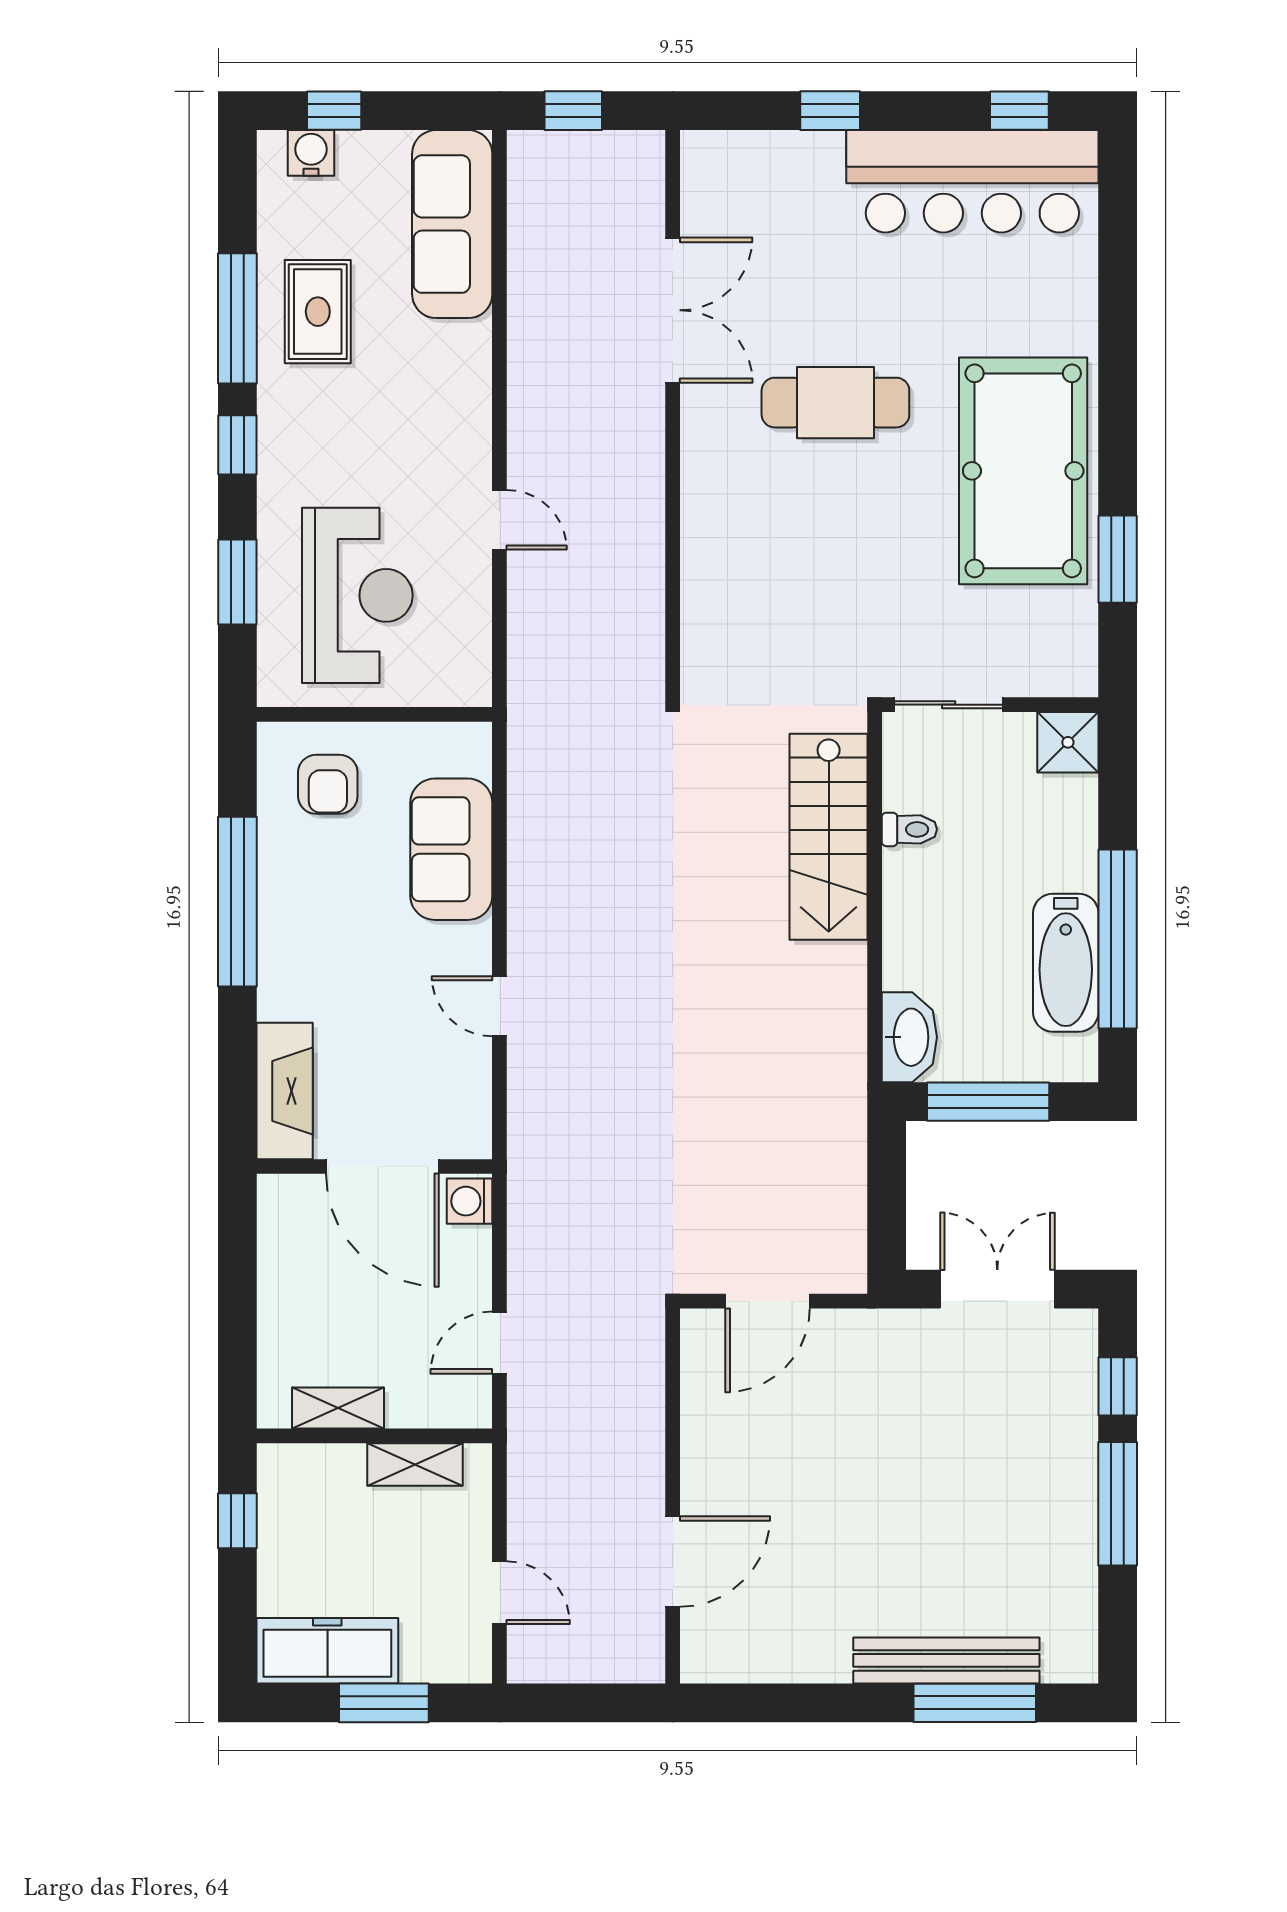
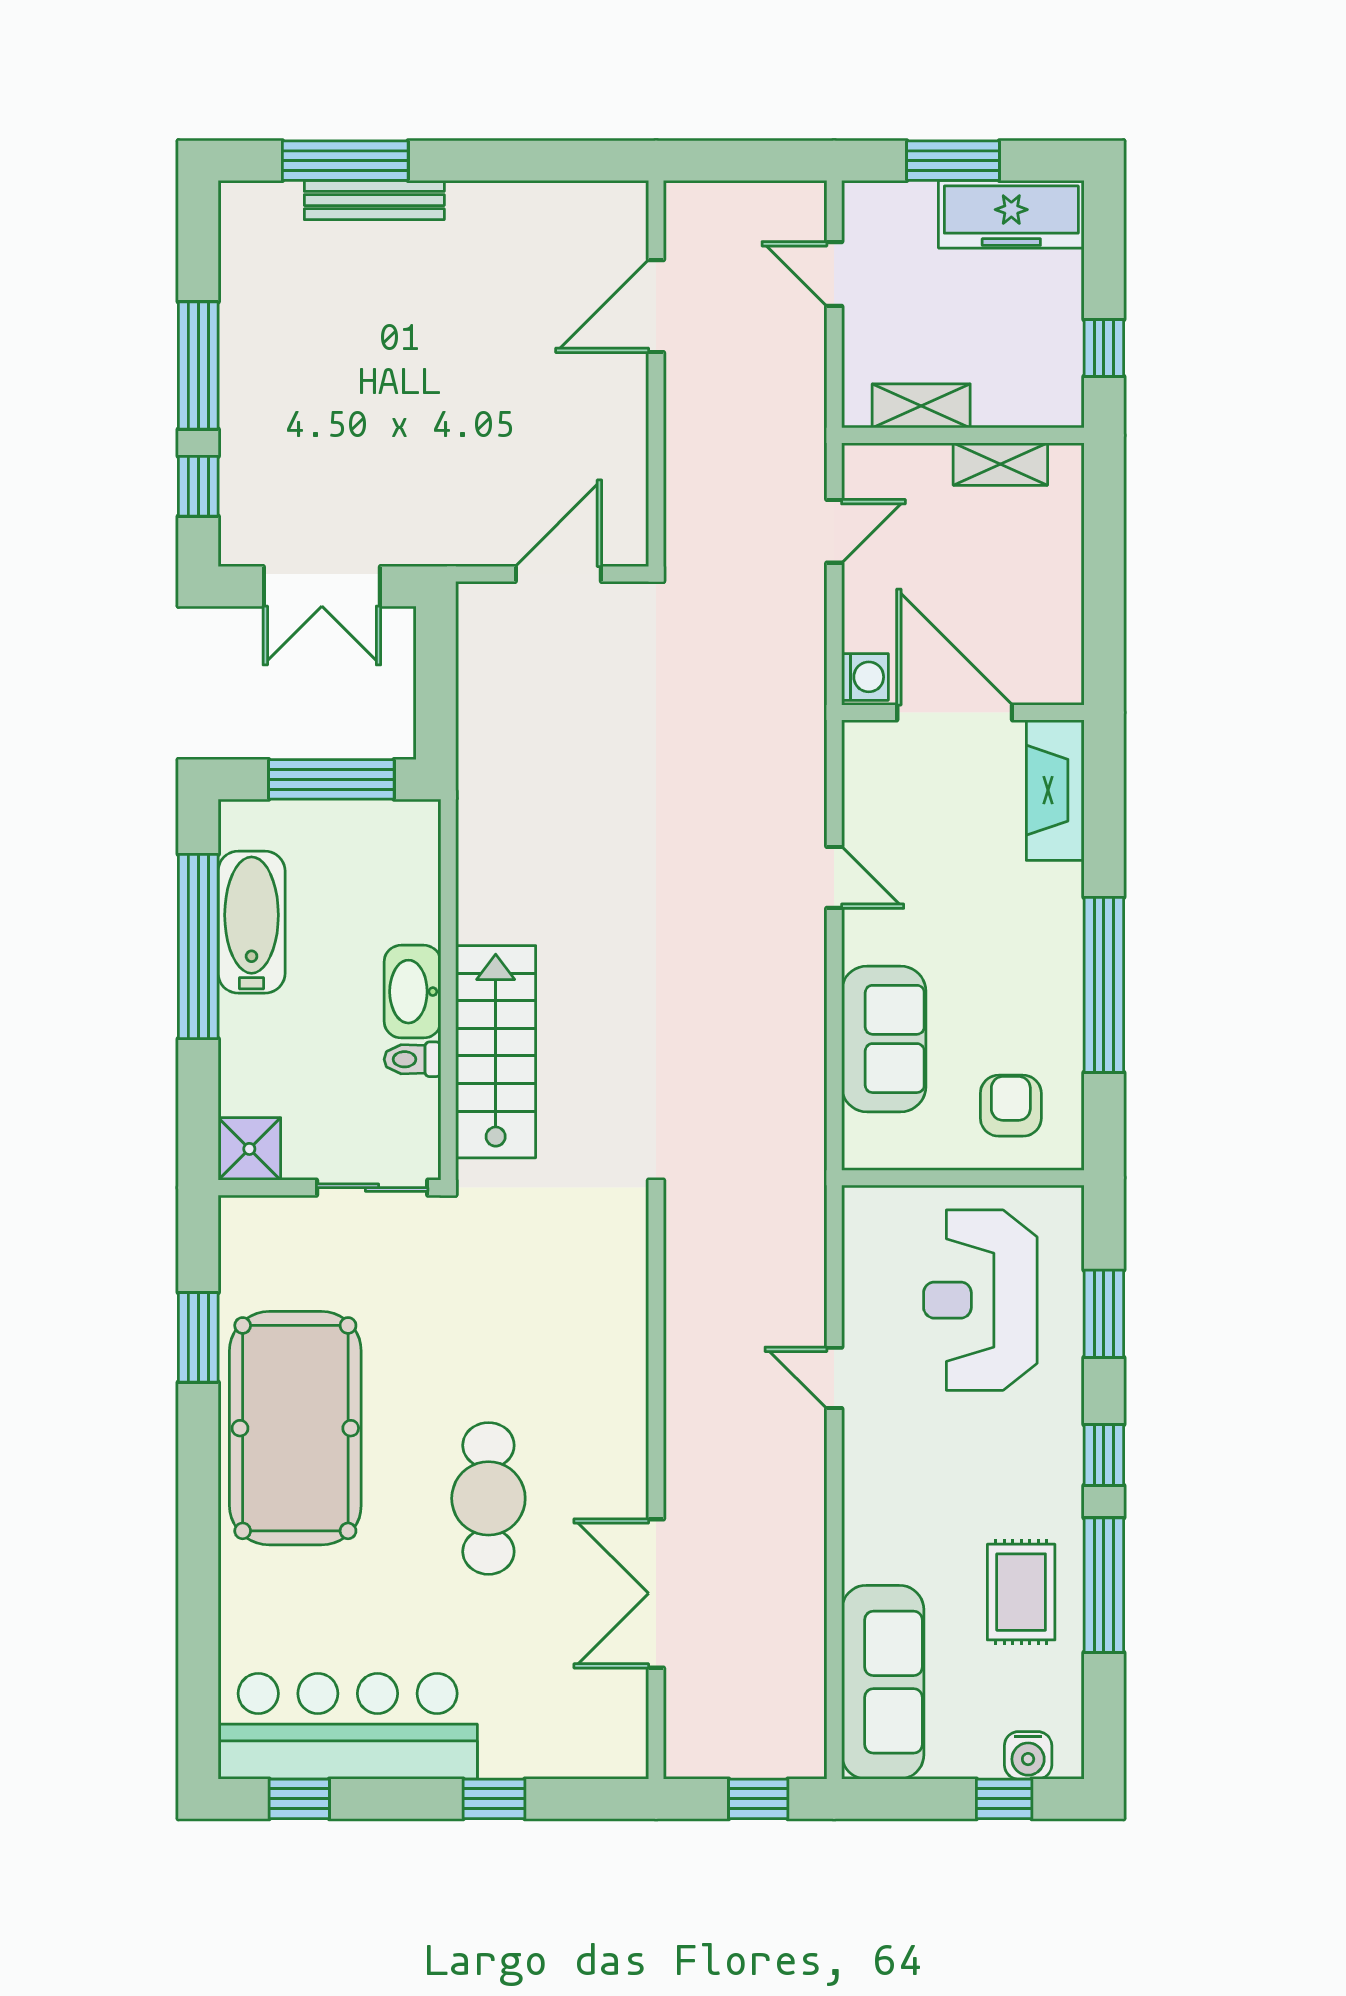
cafe table: (835, 403) -> (488, 1498), turned 90
washbasin: (909, 1037) -> (412, 992), moved
bench: (946, 1660) -> (374, 200), width x0.73, depth x0.82

